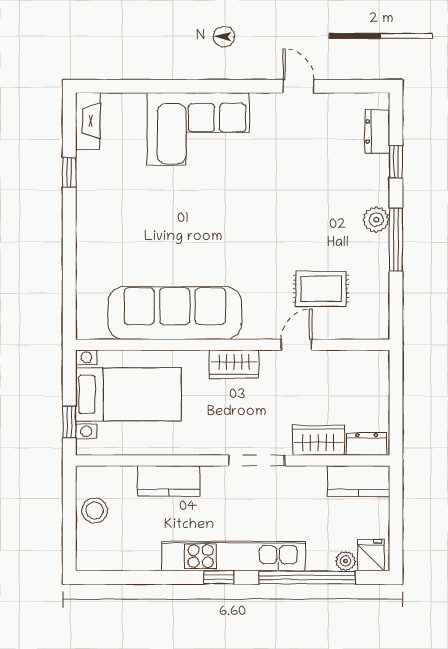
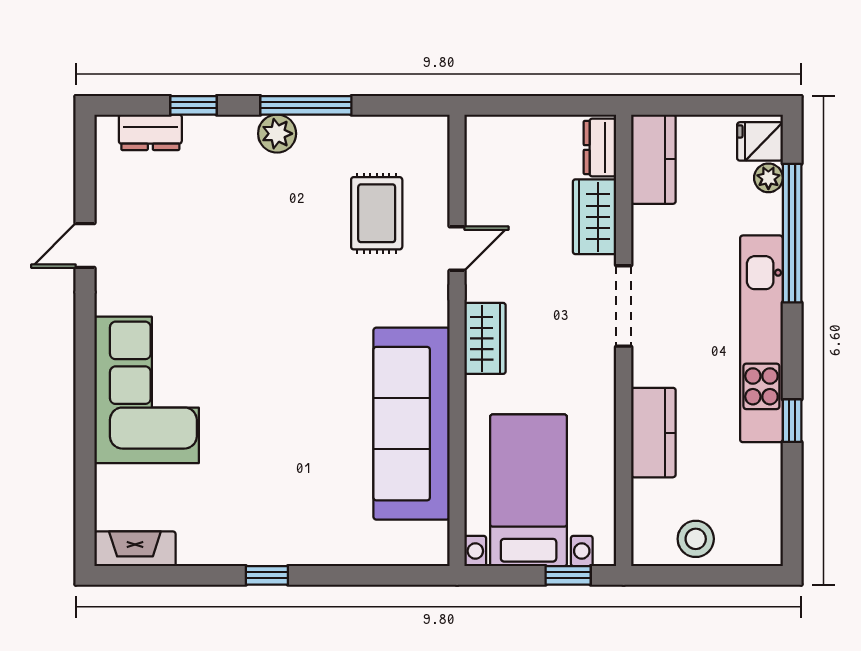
window: (69, 172) -> (267, 575), moved
door: (296, 345) -> (457, 249), swing flipped
window: (219, 577) -> (792, 421), moved

